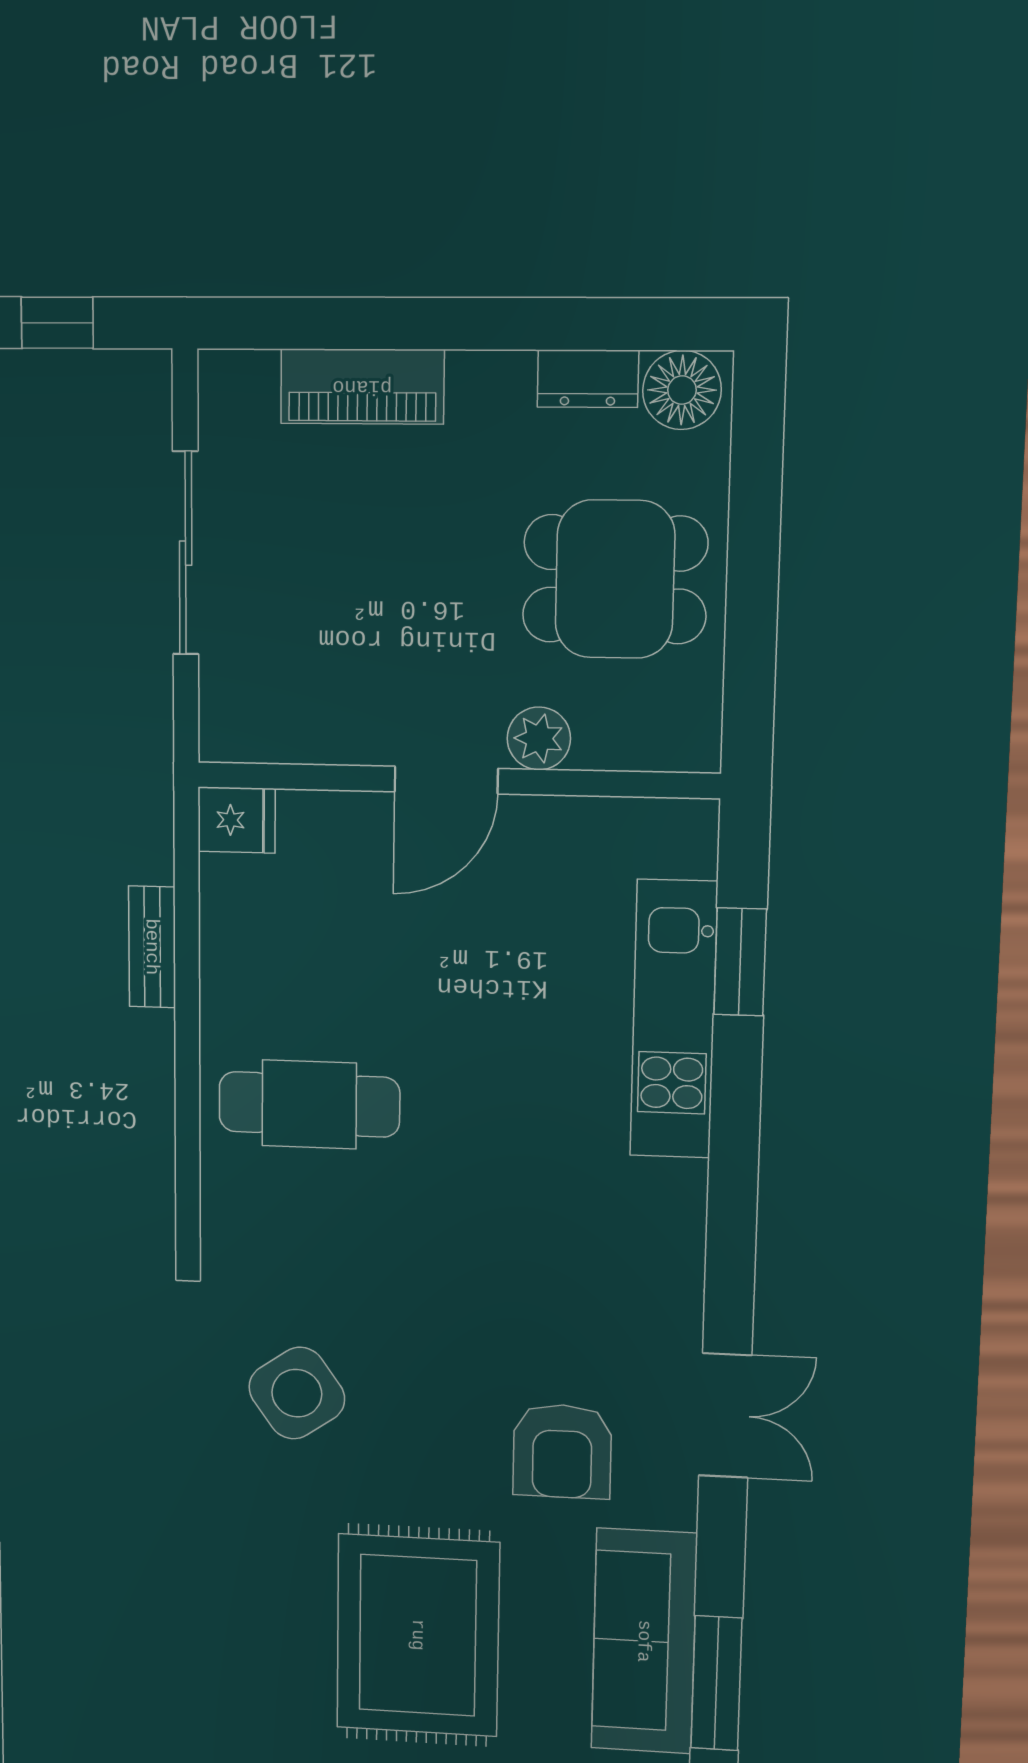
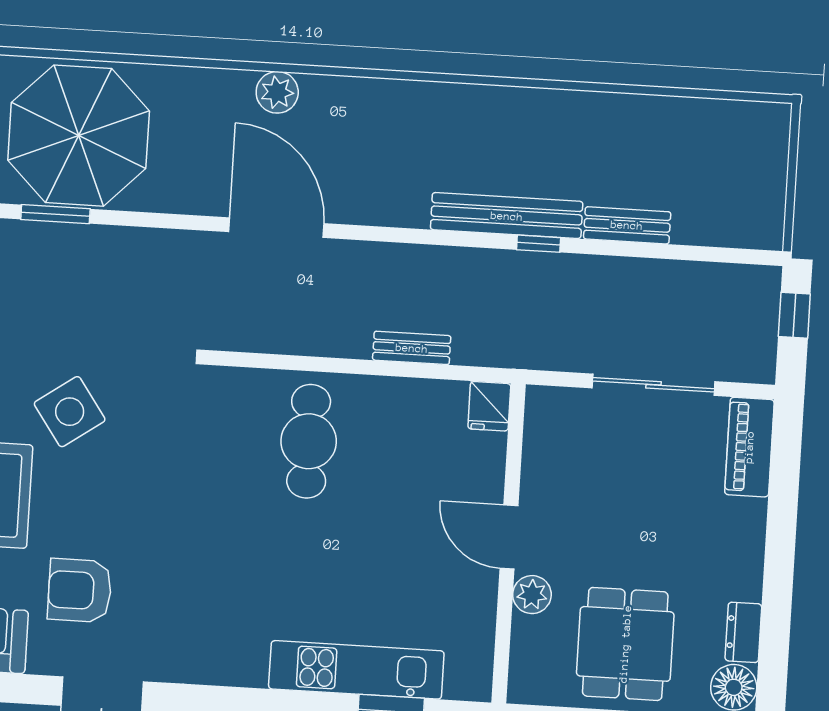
piano: (362, 387) -> (749, 447), moved
side table: (297, 1393) -> (70, 412), moved

